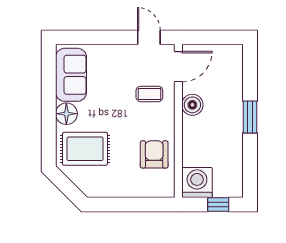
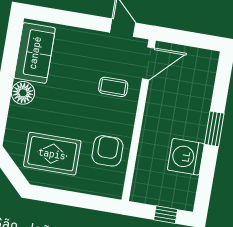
boiler: (192, 105) -> (156, 106), removed
rug: (85, 149) -> (52, 154), moved
washing machine: (197, 182) -> (186, 157), moved, turned -90

